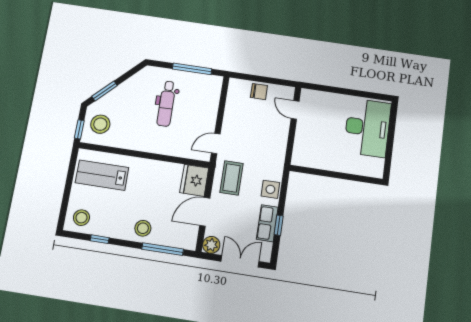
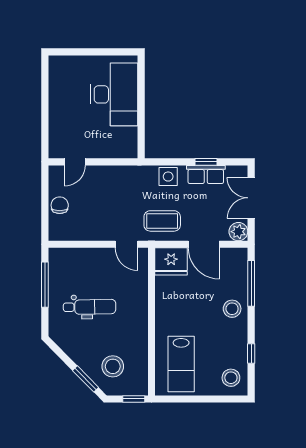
stool: (100, 124) -> (113, 366), moved
desk: (367, 128) -> (114, 94), moved, turned 90

